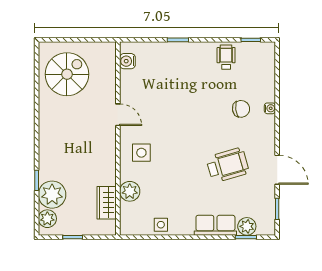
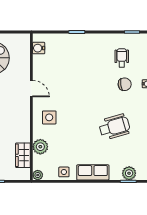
wheelchair: (226, 57) -> (122, 58), moved
row of seats: (215, 225) -> (93, 172), moved
plant: (126, 229) -> (38, 175), added

